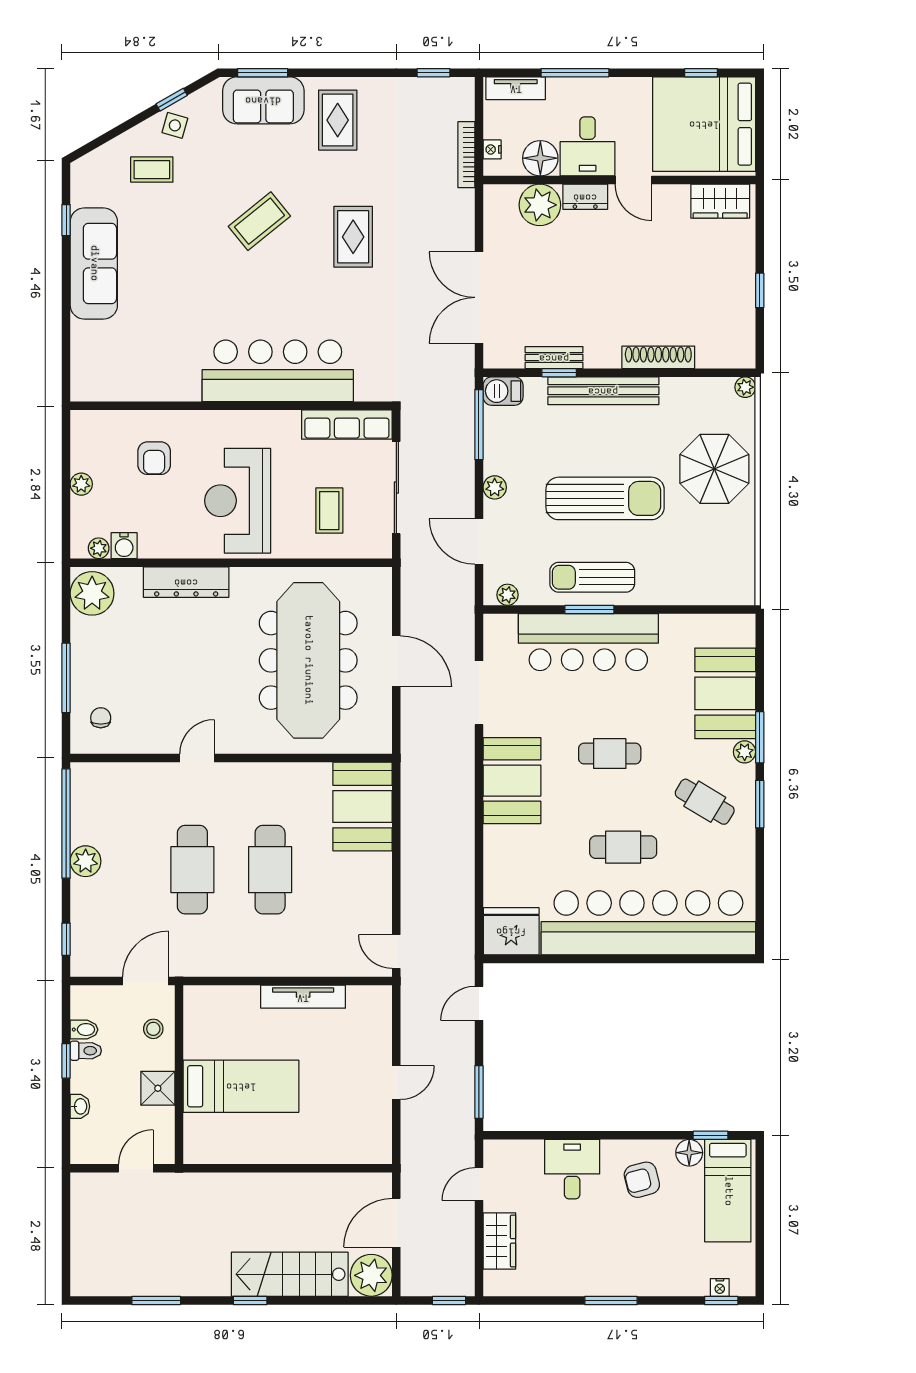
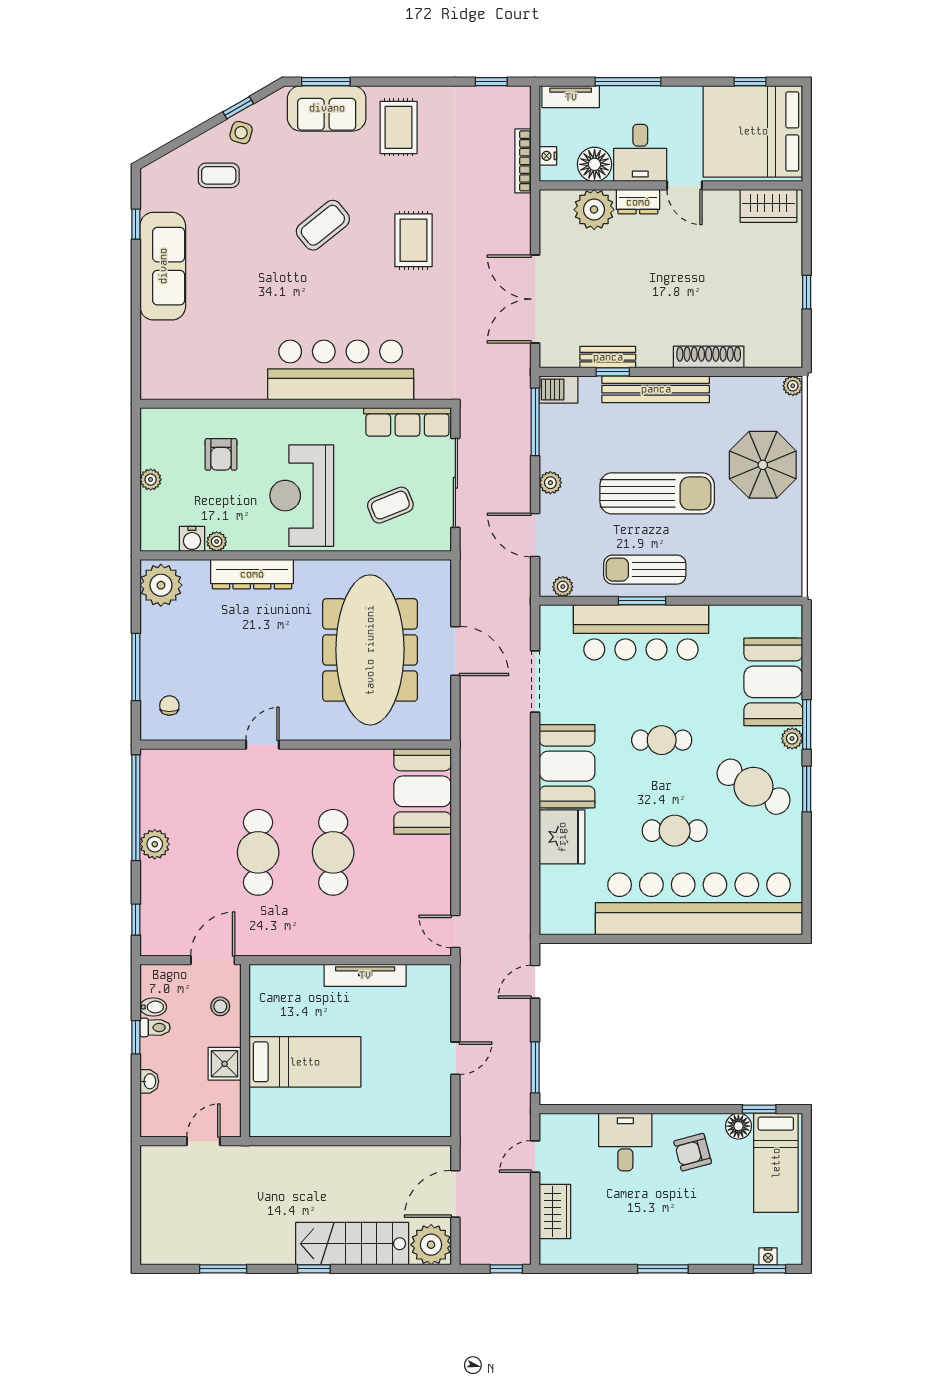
coffee table: (329, 511) -> (390, 505), turned 68
plant: (99, 548) -> (217, 542), moved
cafe table: (705, 802) -> (754, 787), width x1.37, depth x1.35
fridge: (511, 931) -> (562, 837), moved, turned 90

